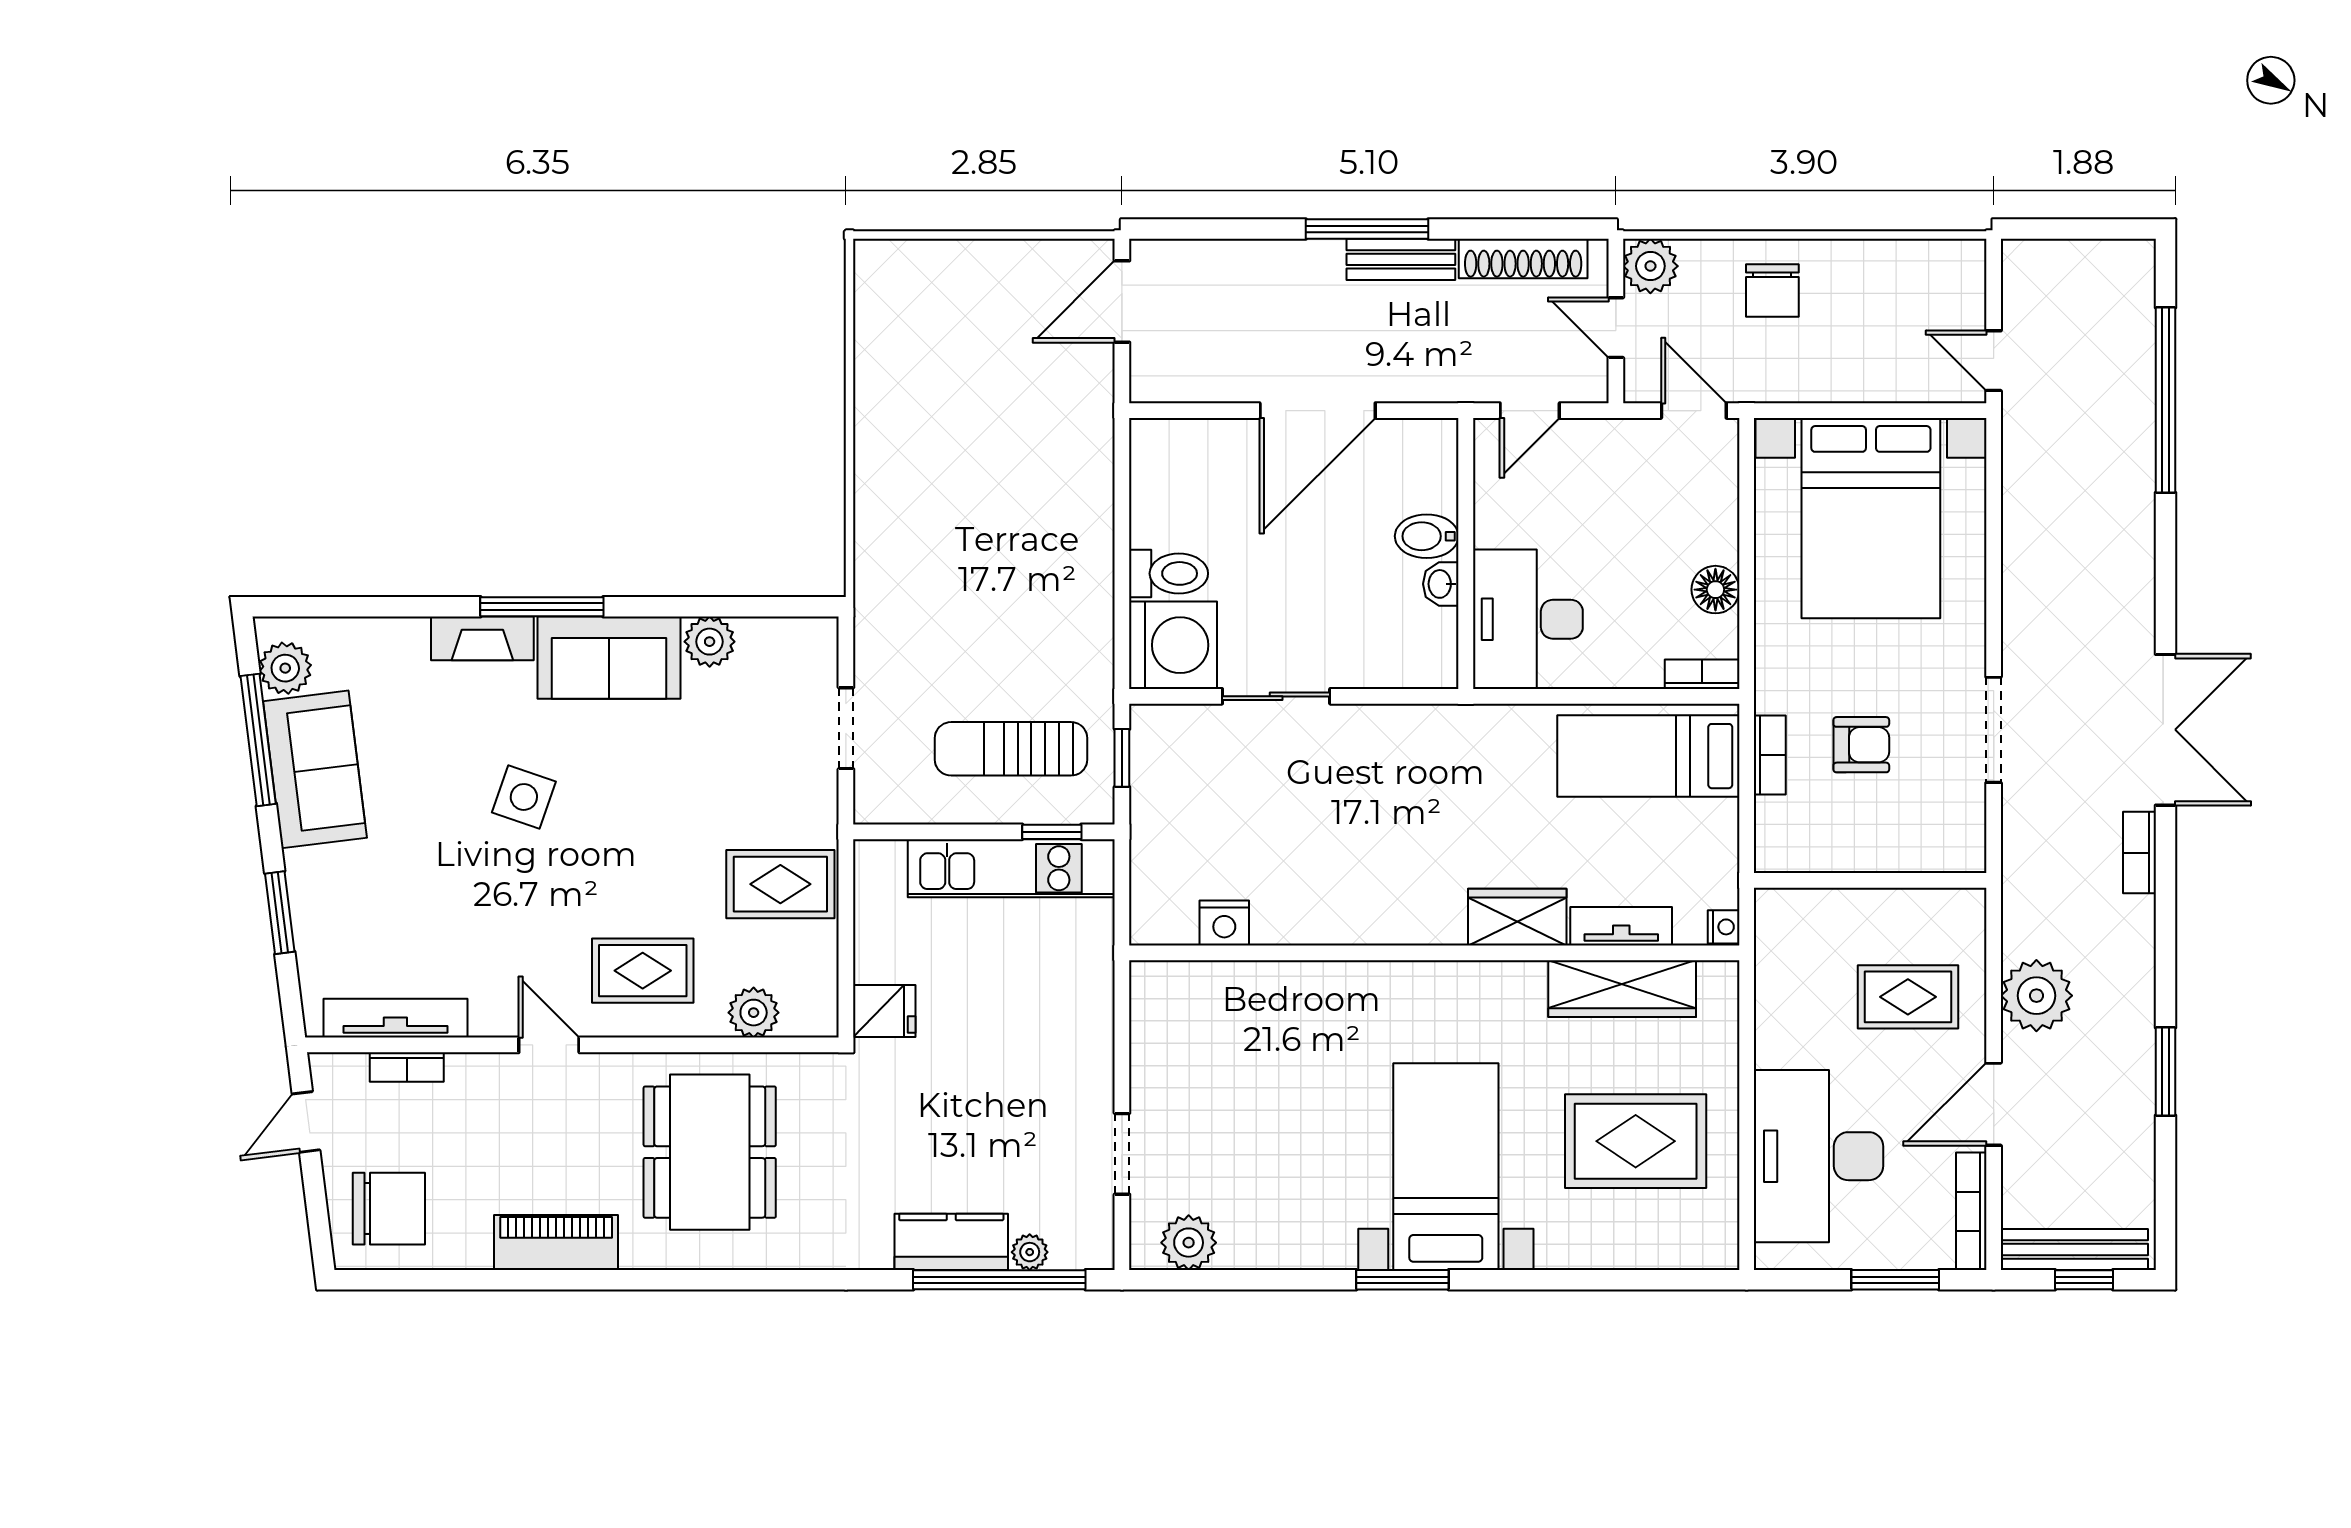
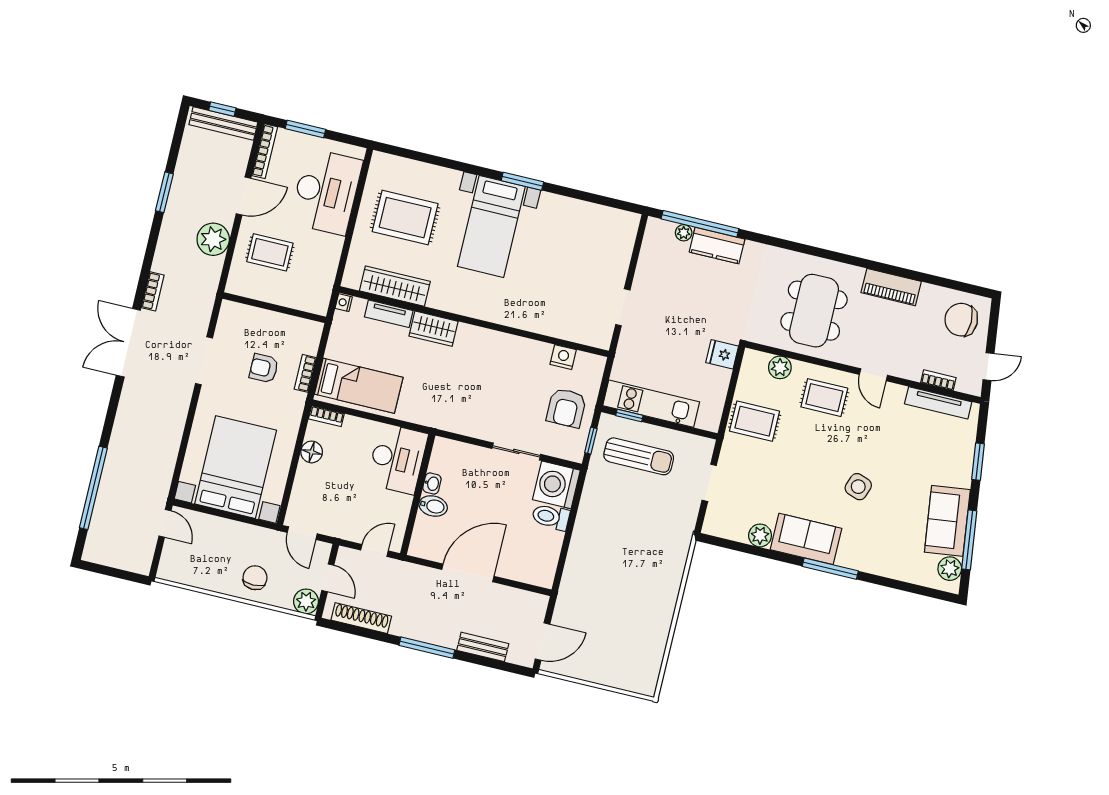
bench: (1401, 259) -> (483, 647), moved
fireplace: (482, 638) -> (860, 561), removed
armchair: (1191, 816) -> (566, 408), added
doorway: (1122, 1154) -> (623, 307), moved
plant: (1189, 1243) -> (613, 220), removed

